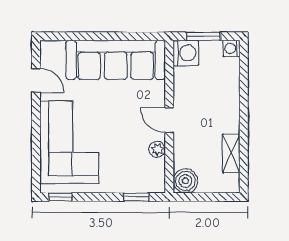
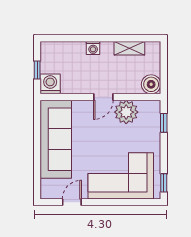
window: (203, 36) -> (37, 70), width x0.67
washing machine: (231, 49) -> (93, 48), moved
plant: (157, 149) -> (126, 112), width x1.87, depth x1.87

